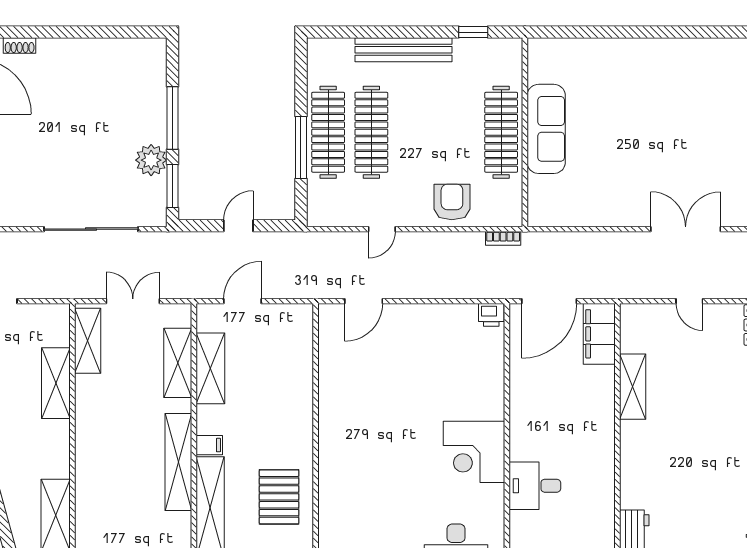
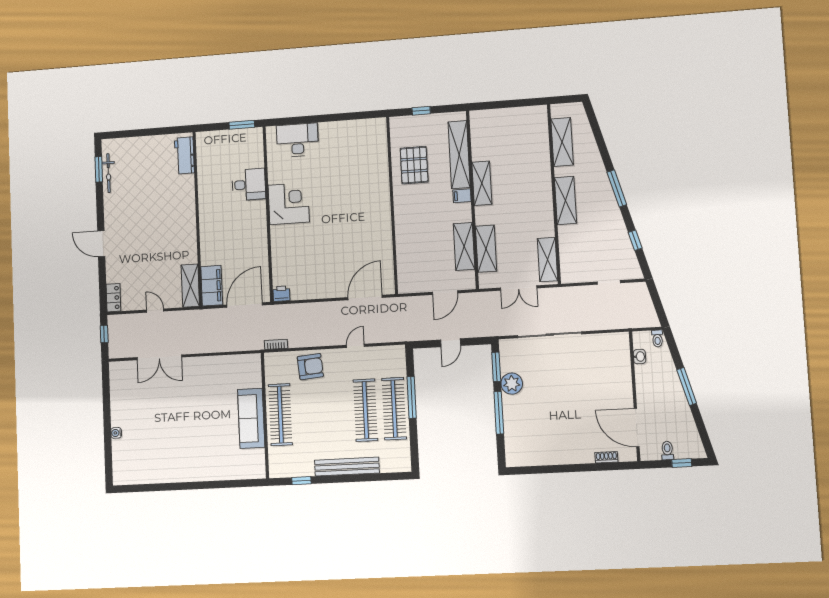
armchair: (452, 202) -> (310, 367), turned -95
door: (364, 301) -> (365, 298), width x1.36
shelving: (56, 383) -> (565, 200), moved
shelving: (633, 387) -> (190, 286), moved
shelving: (178, 462) -> (482, 183), width x0.68

